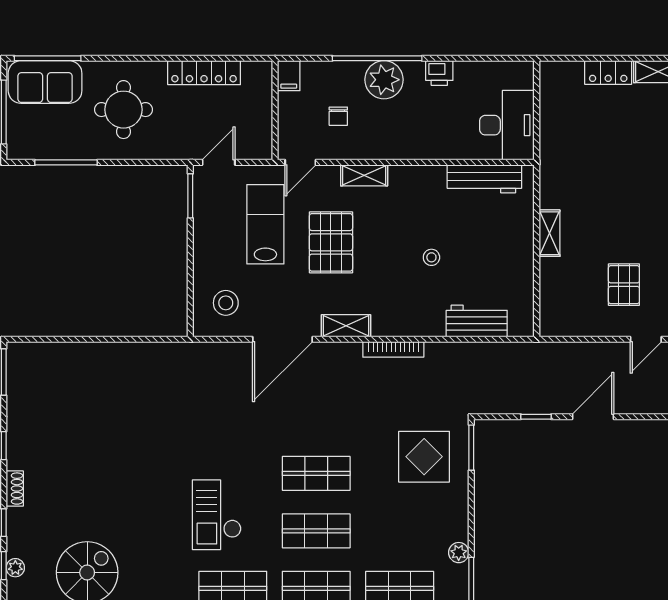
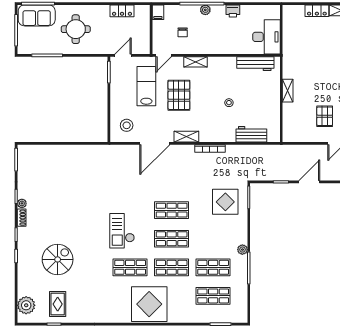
locker: (204, 73) -> (122, 11), width x0.66
plant: (384, 80) -> (205, 10), width x0.53, depth x0.53
plant: (15, 568) -> (22, 203), moved

